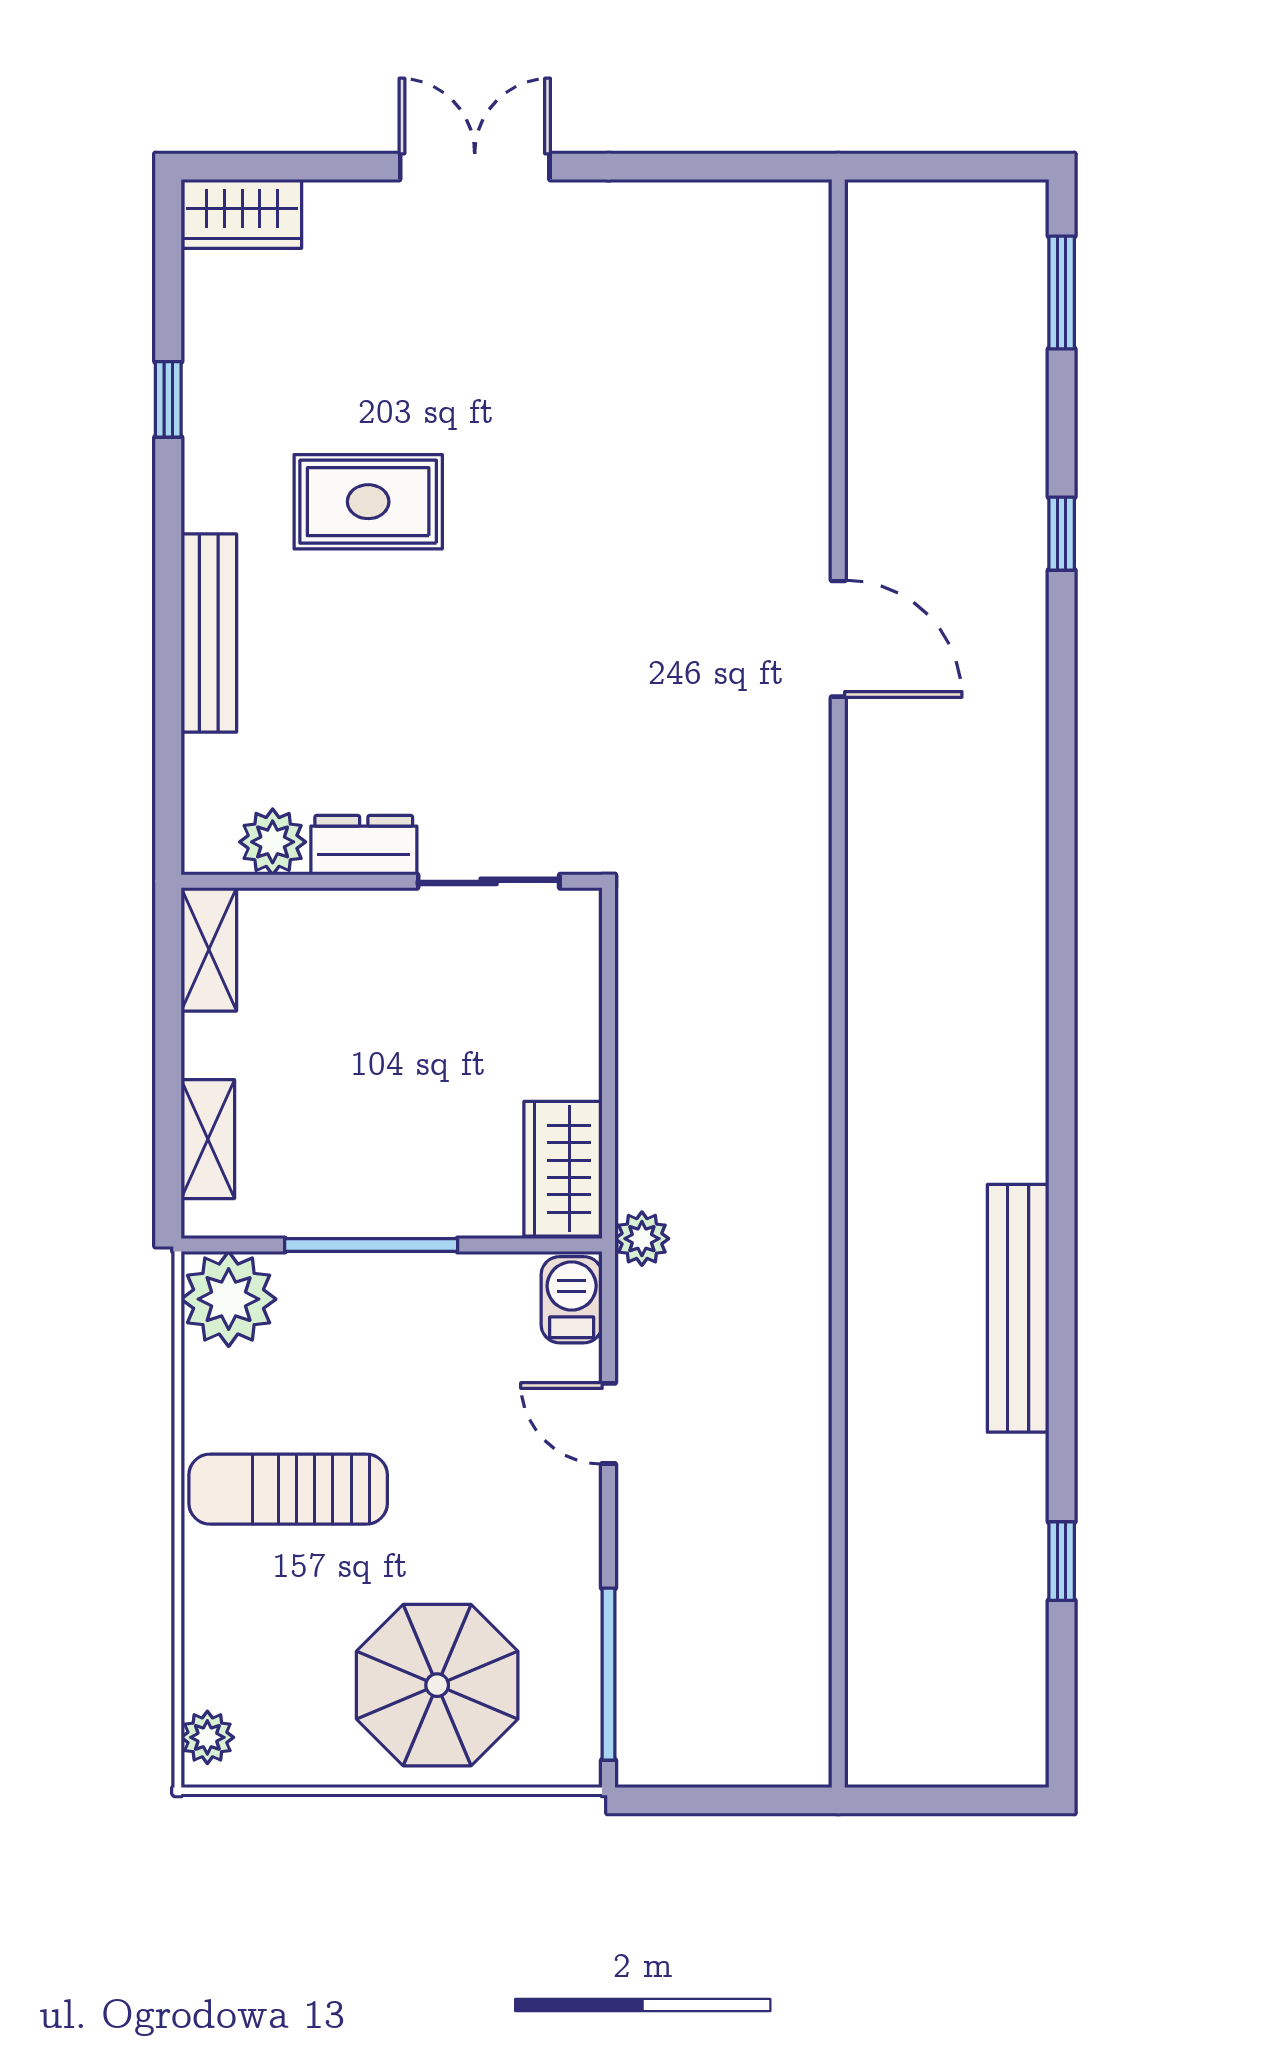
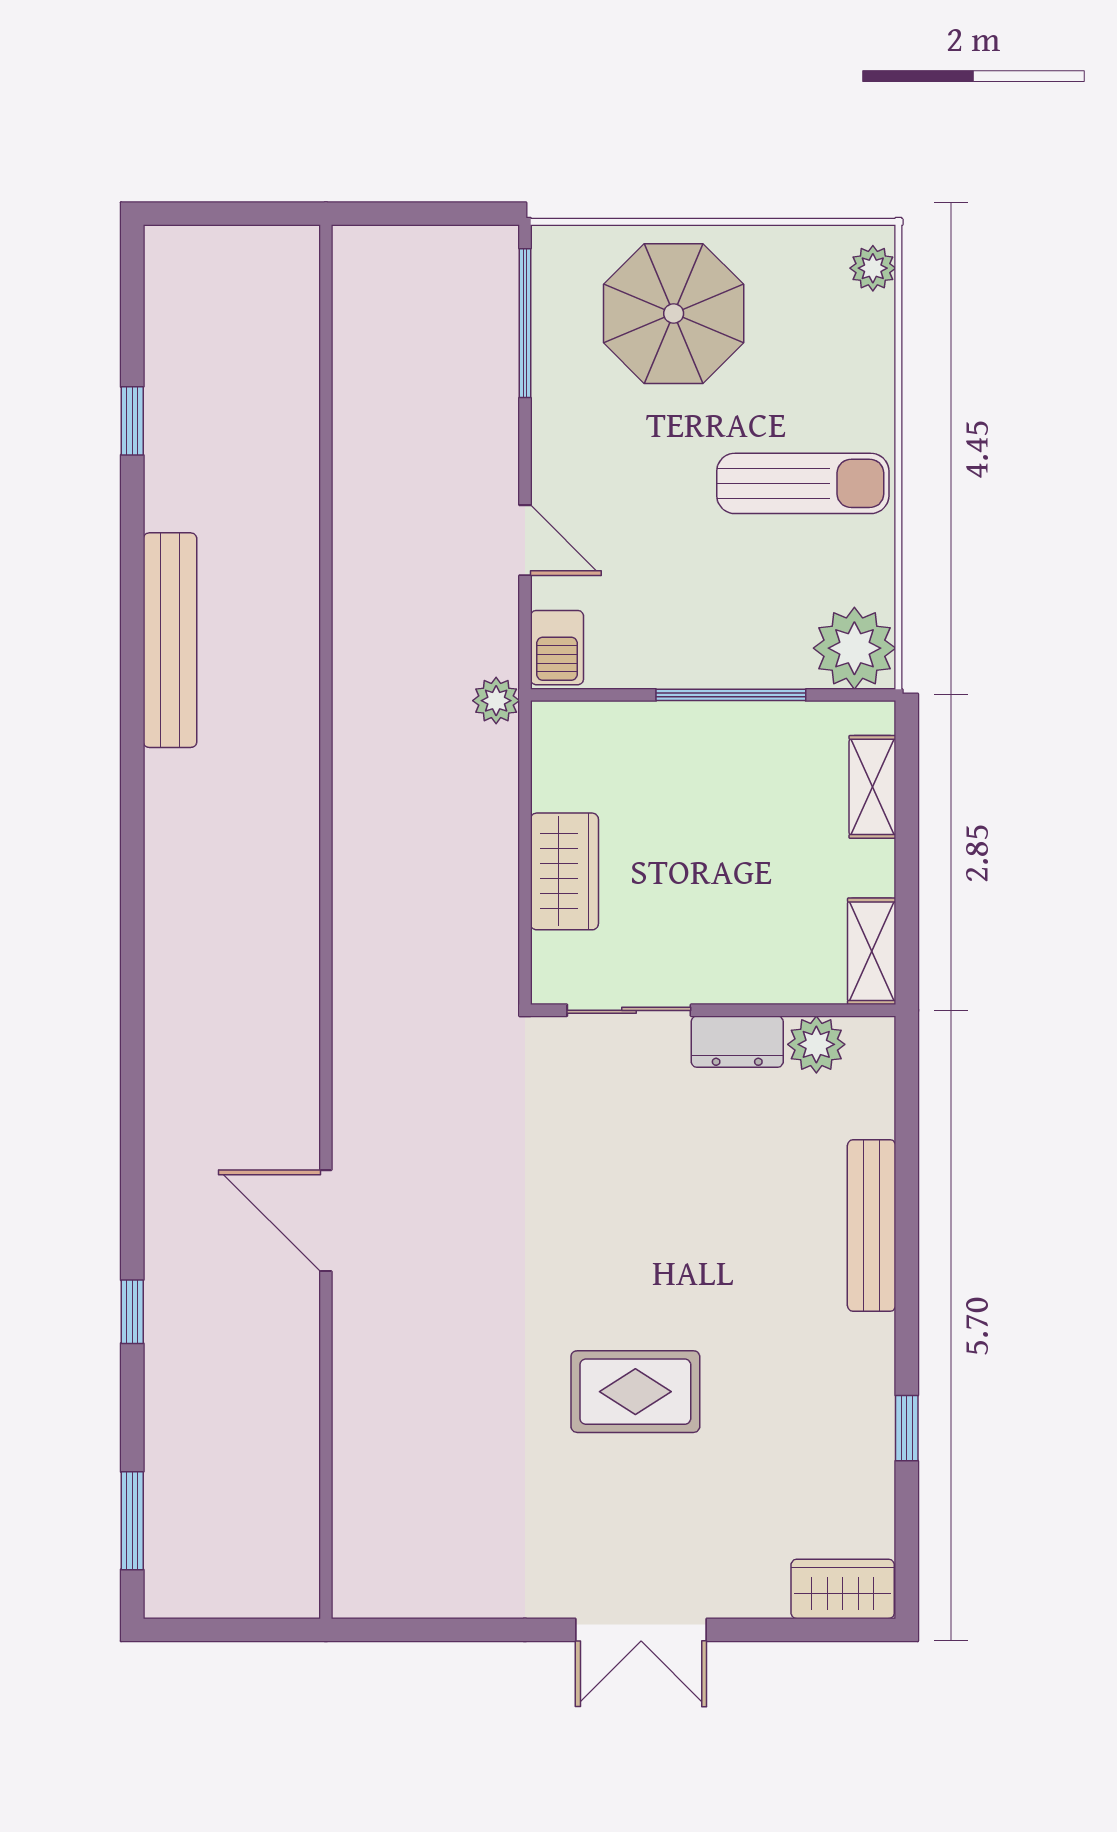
rug: (368, 502) -> (635, 1392), moved
wardrobe: (563, 1169) -> (564, 871), moved

